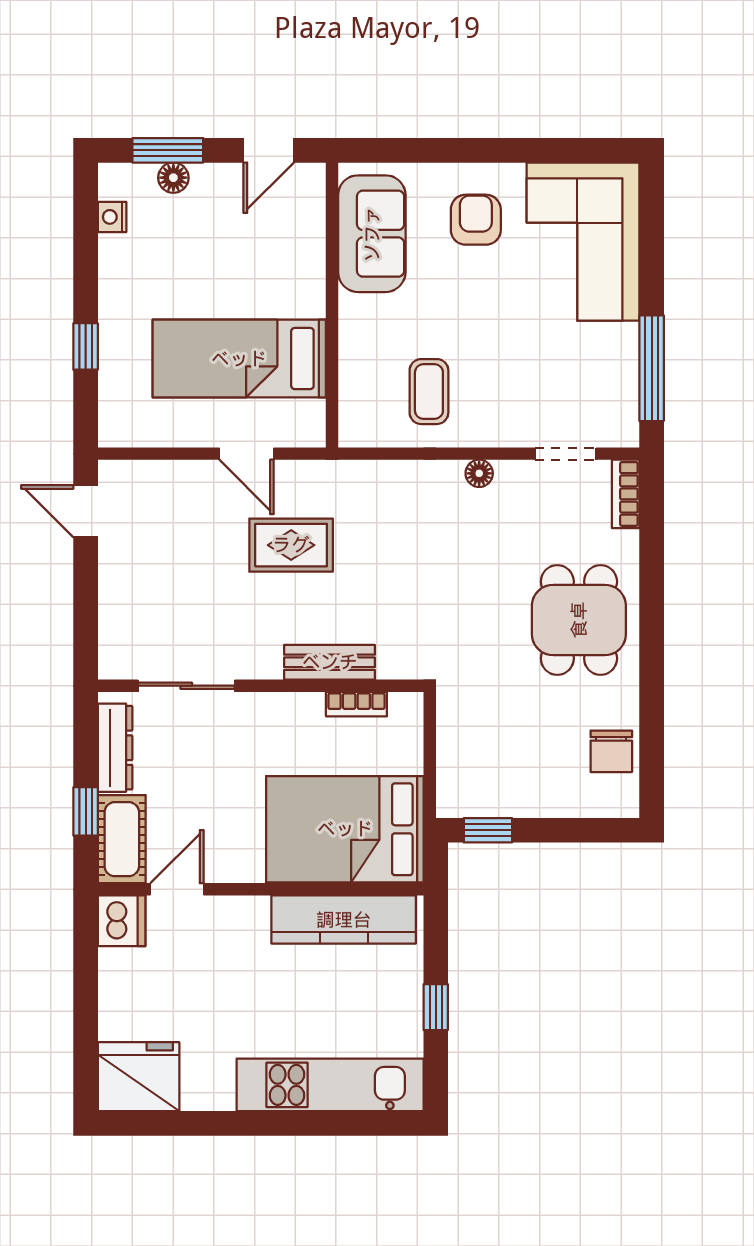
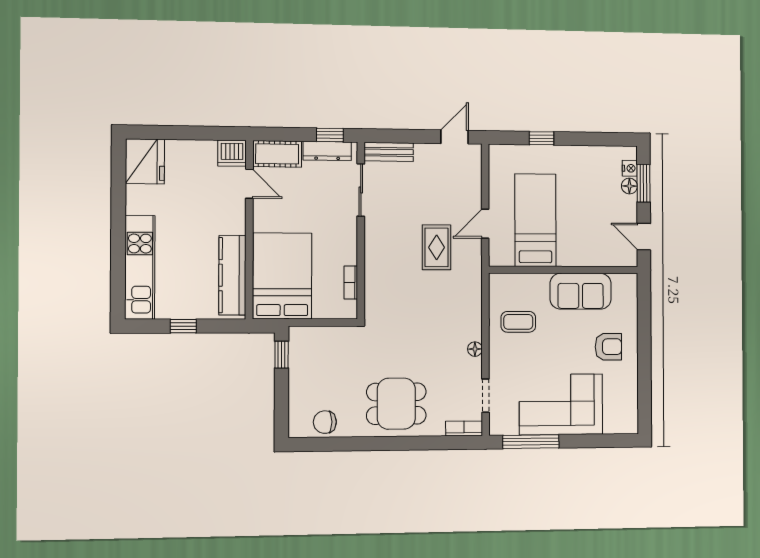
nightstand: (112, 217) -> (630, 168), moved, turned 90
sofa: (372, 234) -> (581, 291), moved
corner sofa: (583, 242) -> (561, 404), moved
bench: (330, 662) -> (389, 152), moved, turned 90
window: (86, 811) -> (330, 135), moved

